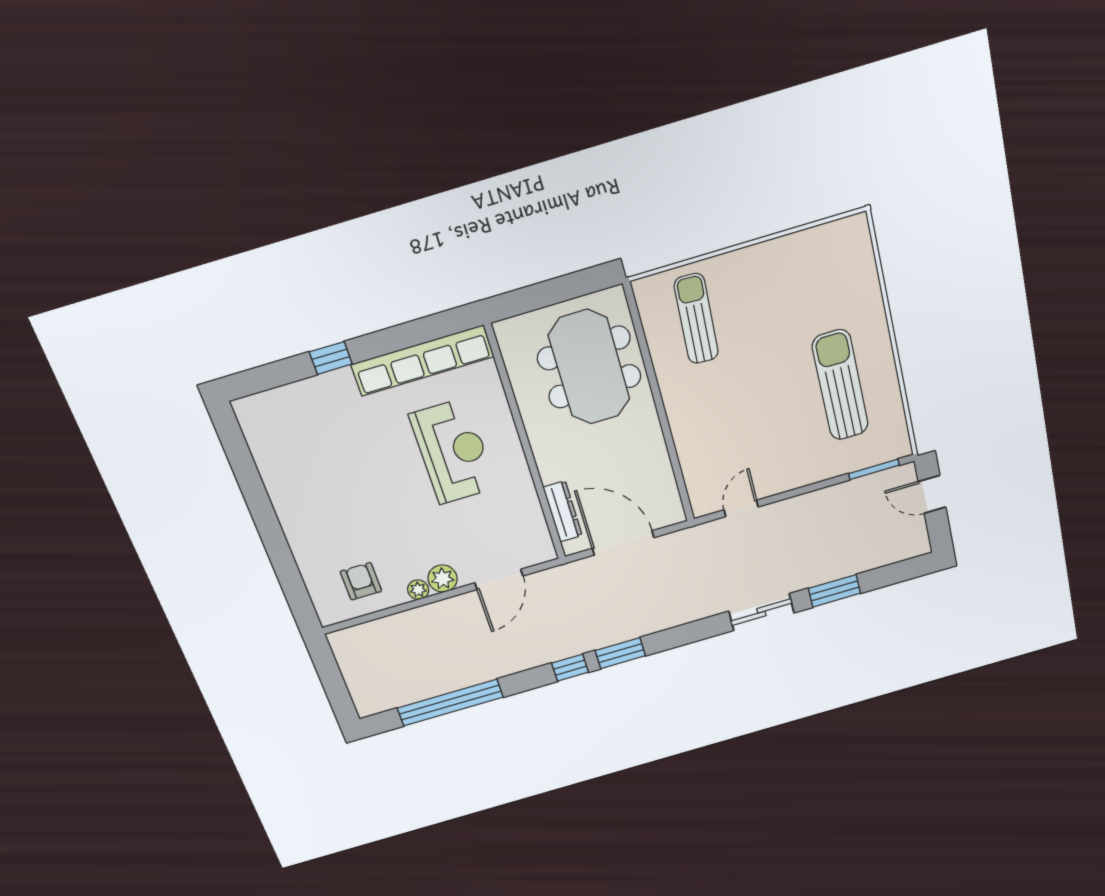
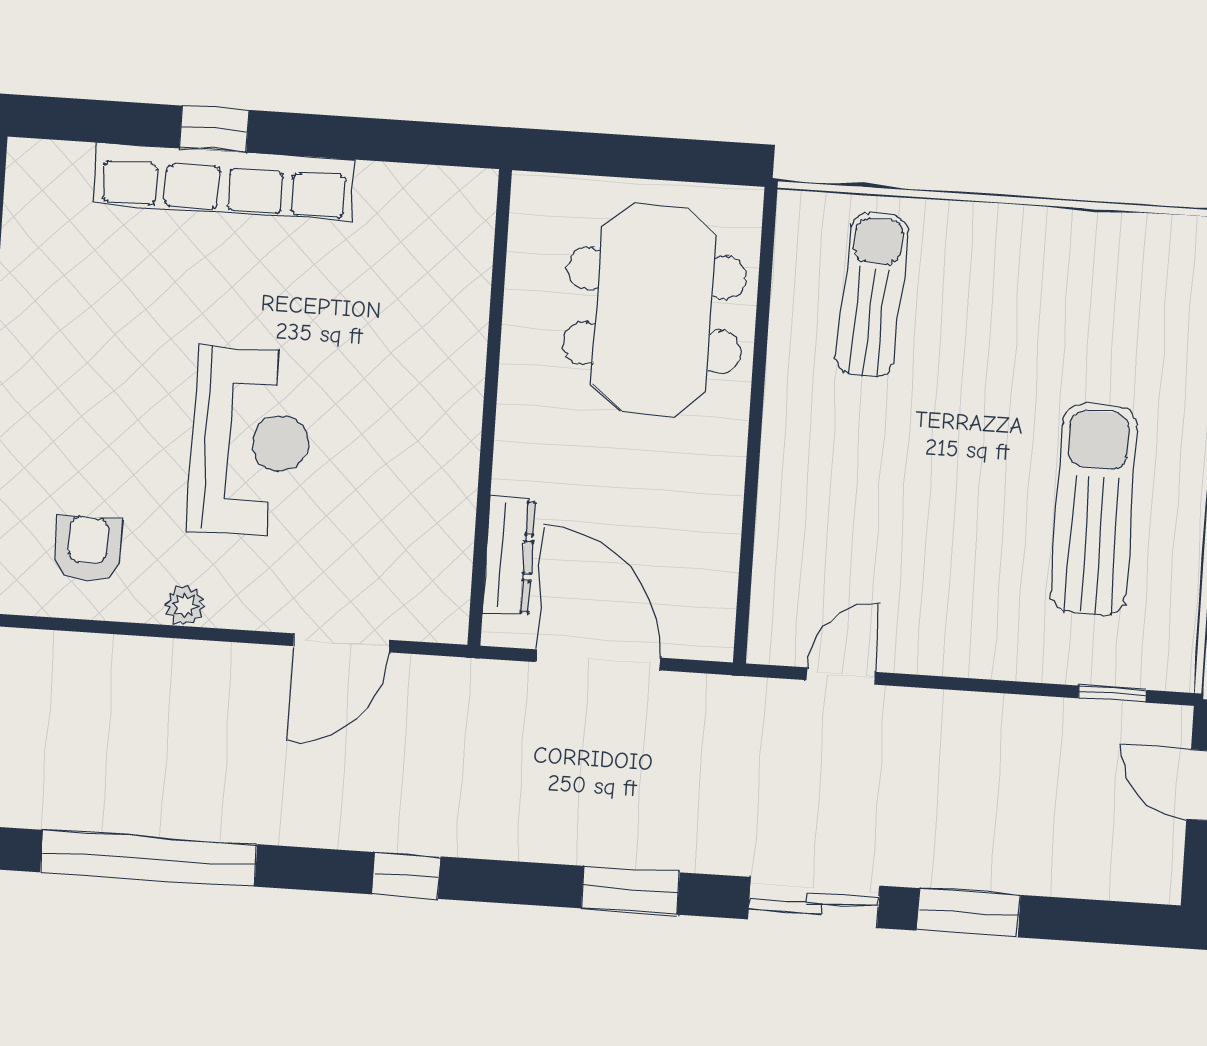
row of seats: (422, 361) -> (224, 182), moved
reception desk: (453, 452) -> (250, 442), moved
window: (874, 469) -> (1112, 694), width x0.67
plant: (443, 579) -> (239, 601), removed
window: (620, 653) -> (630, 890), moved

